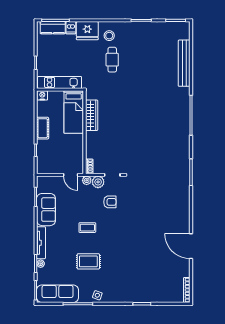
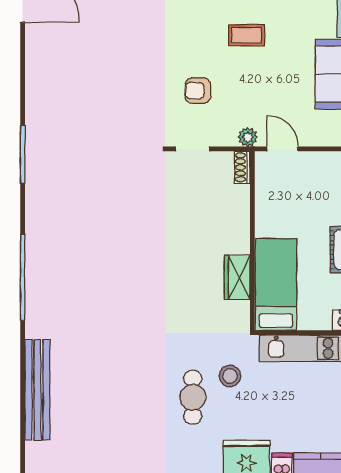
stool: (109, 36) -> (230, 376), moved
wardrobe: (92, 115) -> (237, 277), width x0.67
plant: (98, 182) -> (223, 134), removed

